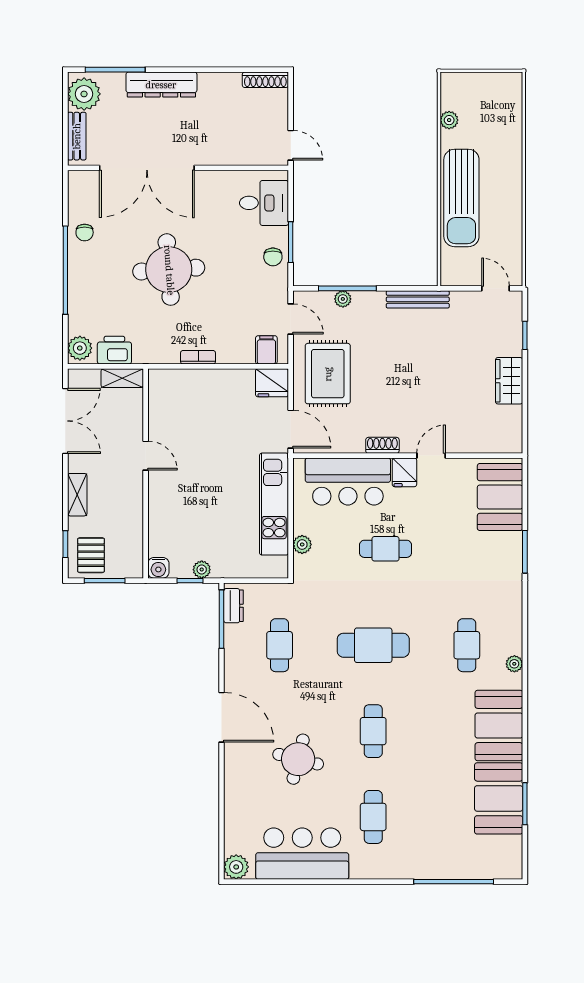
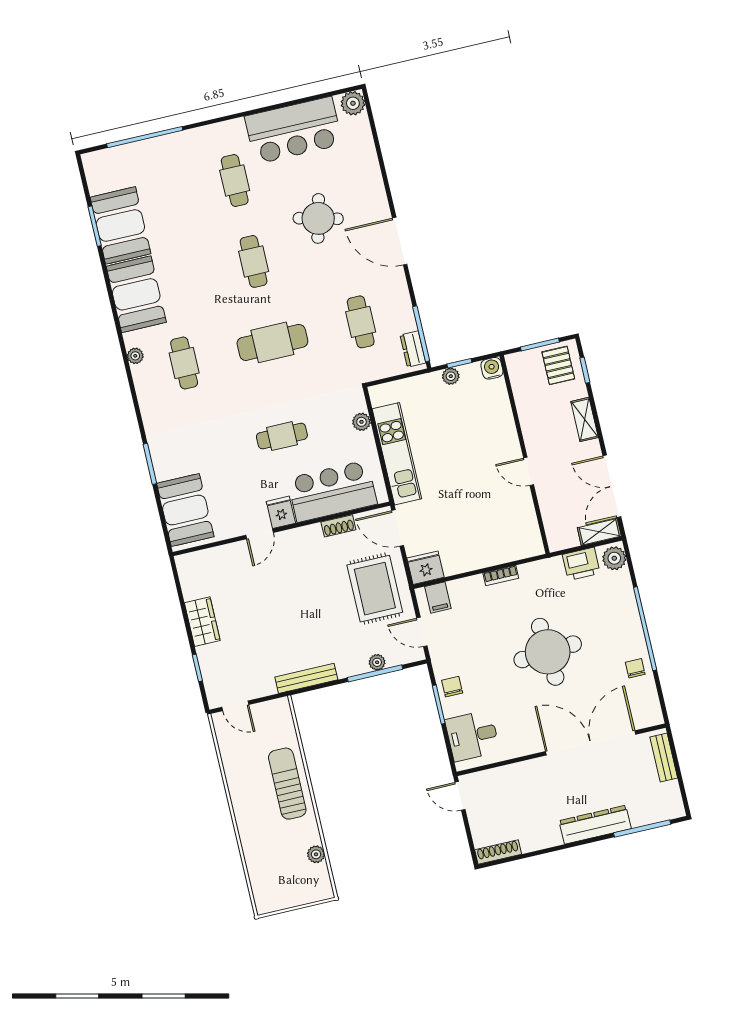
plant: (84, 94) -> (666, 799), removed
sun lounger: (461, 198) -> (287, 784), width x0.73, depth x0.75
shelving: (122, 378) -> (599, 532), moved
shoe rack: (382, 445) -> (338, 526), moved

